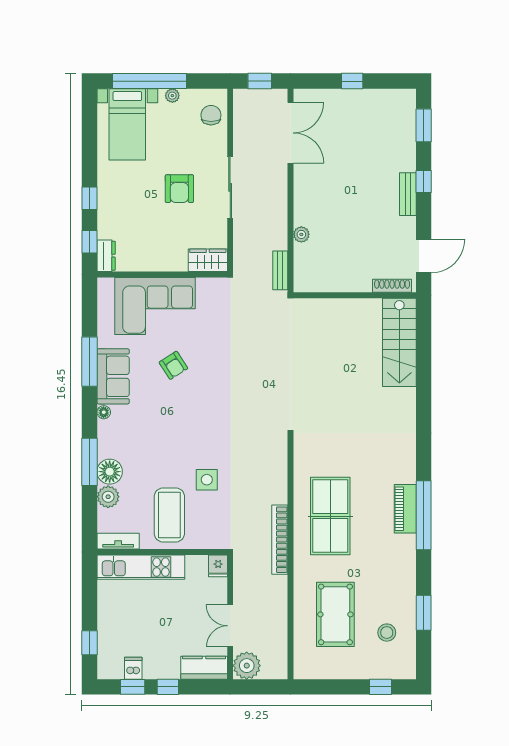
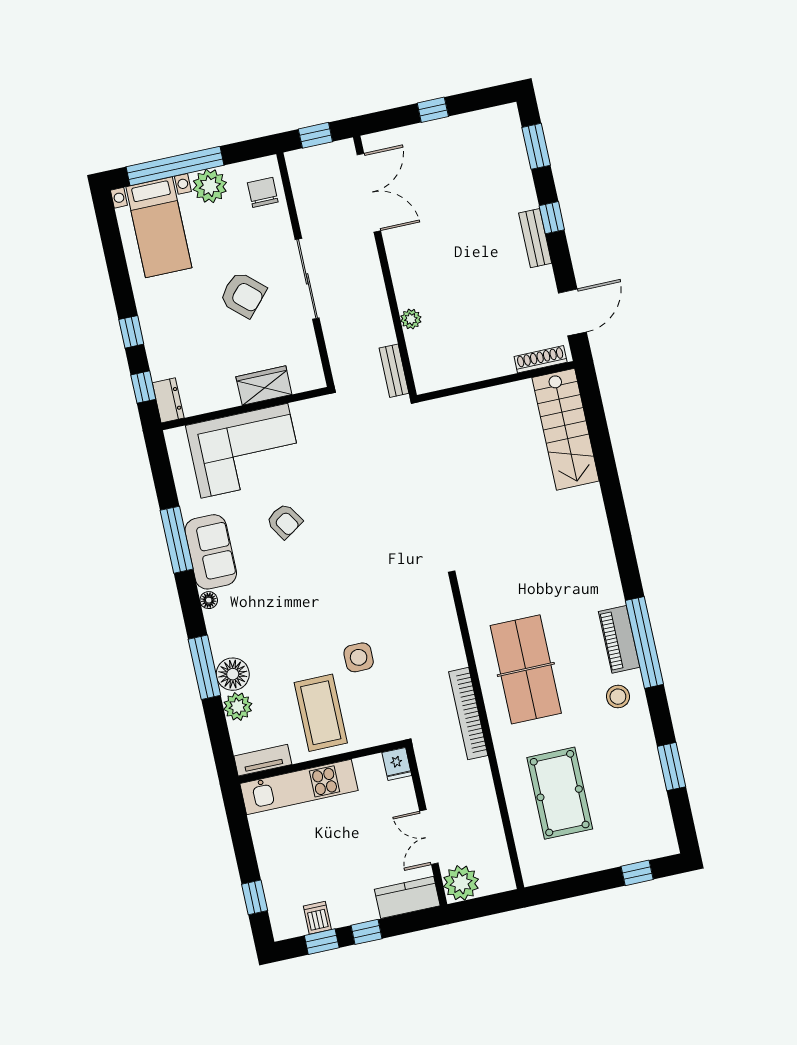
plant: (172, 96) -> (210, 186), width x1.88, depth x1.88
armchair: (179, 189) -> (243, 295), turned -48
wardrobe: (208, 260) -> (264, 386), moved
stool: (387, 633) -> (618, 697), moved

